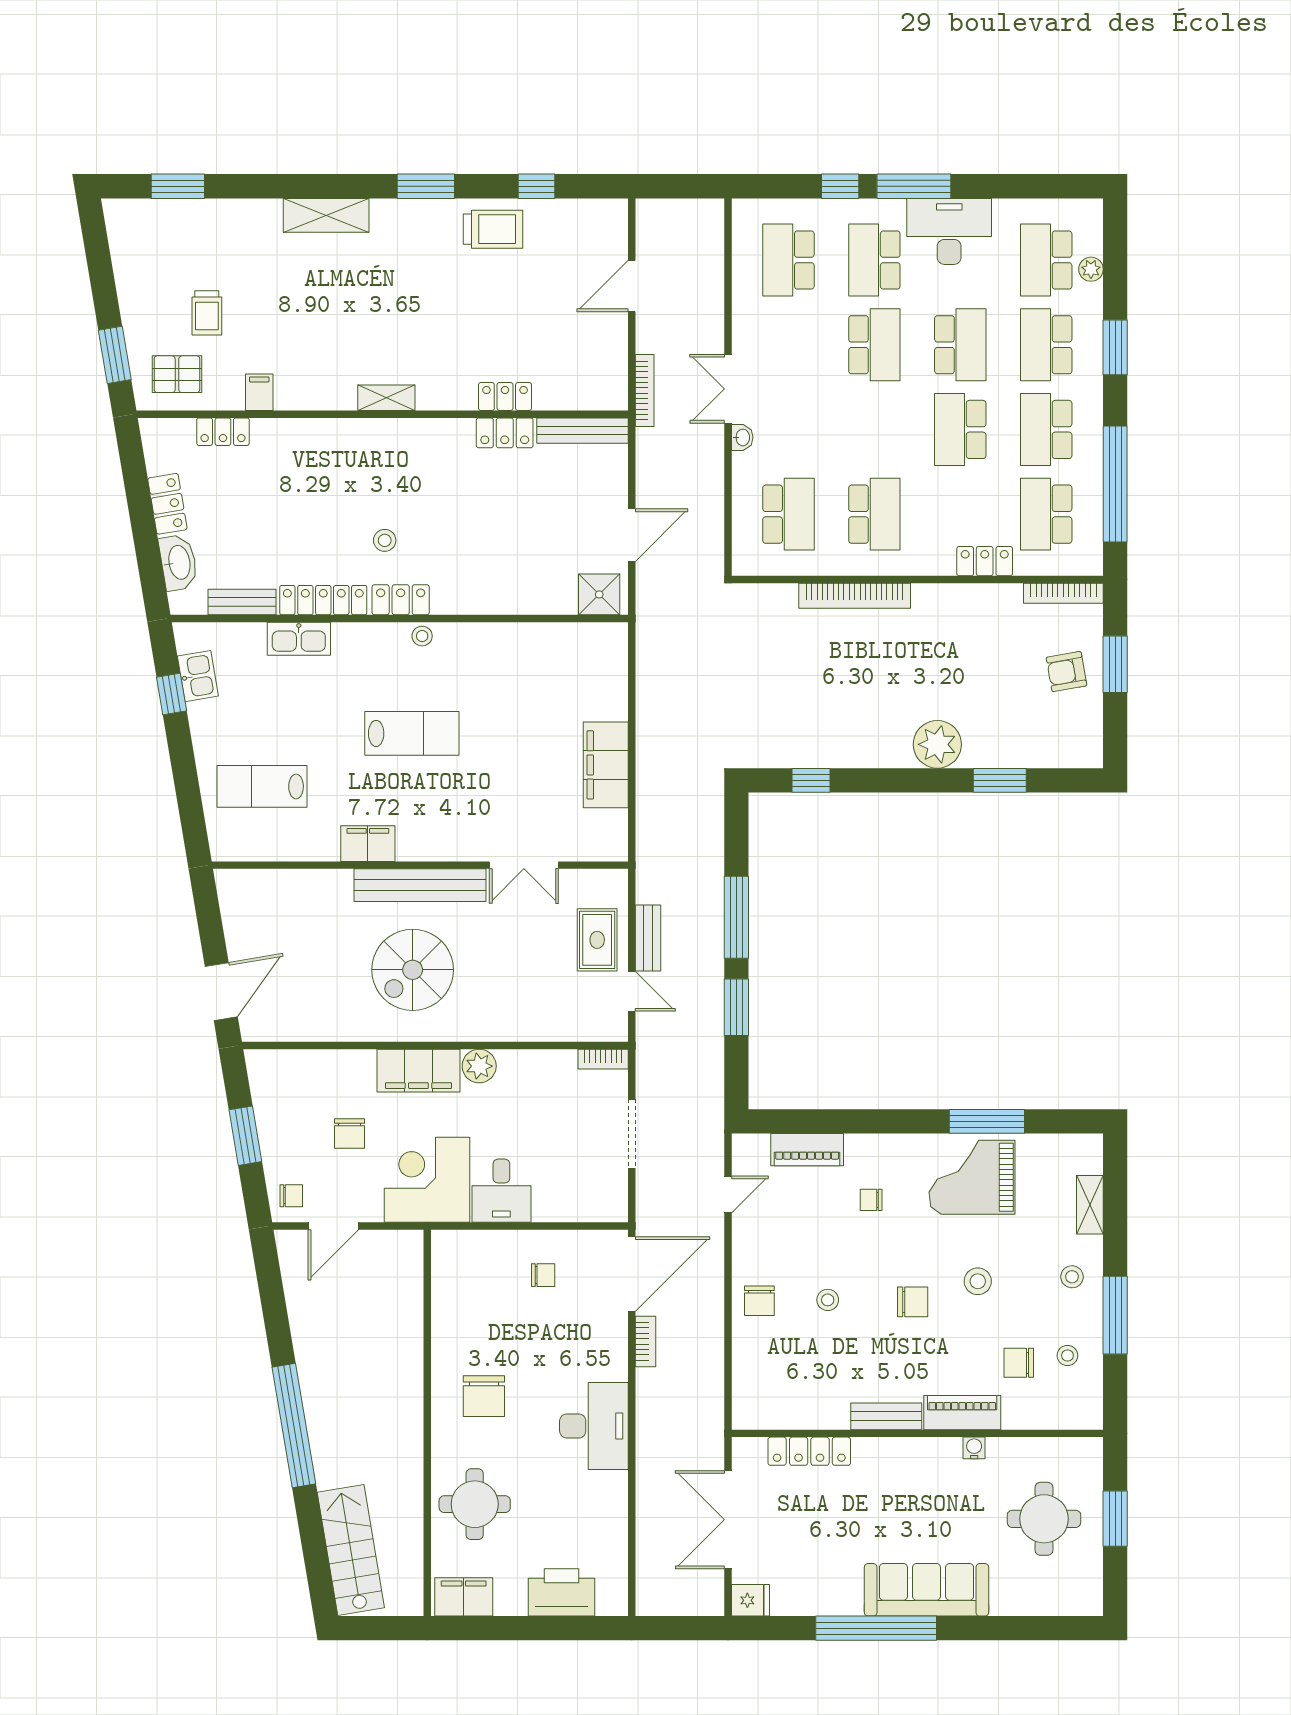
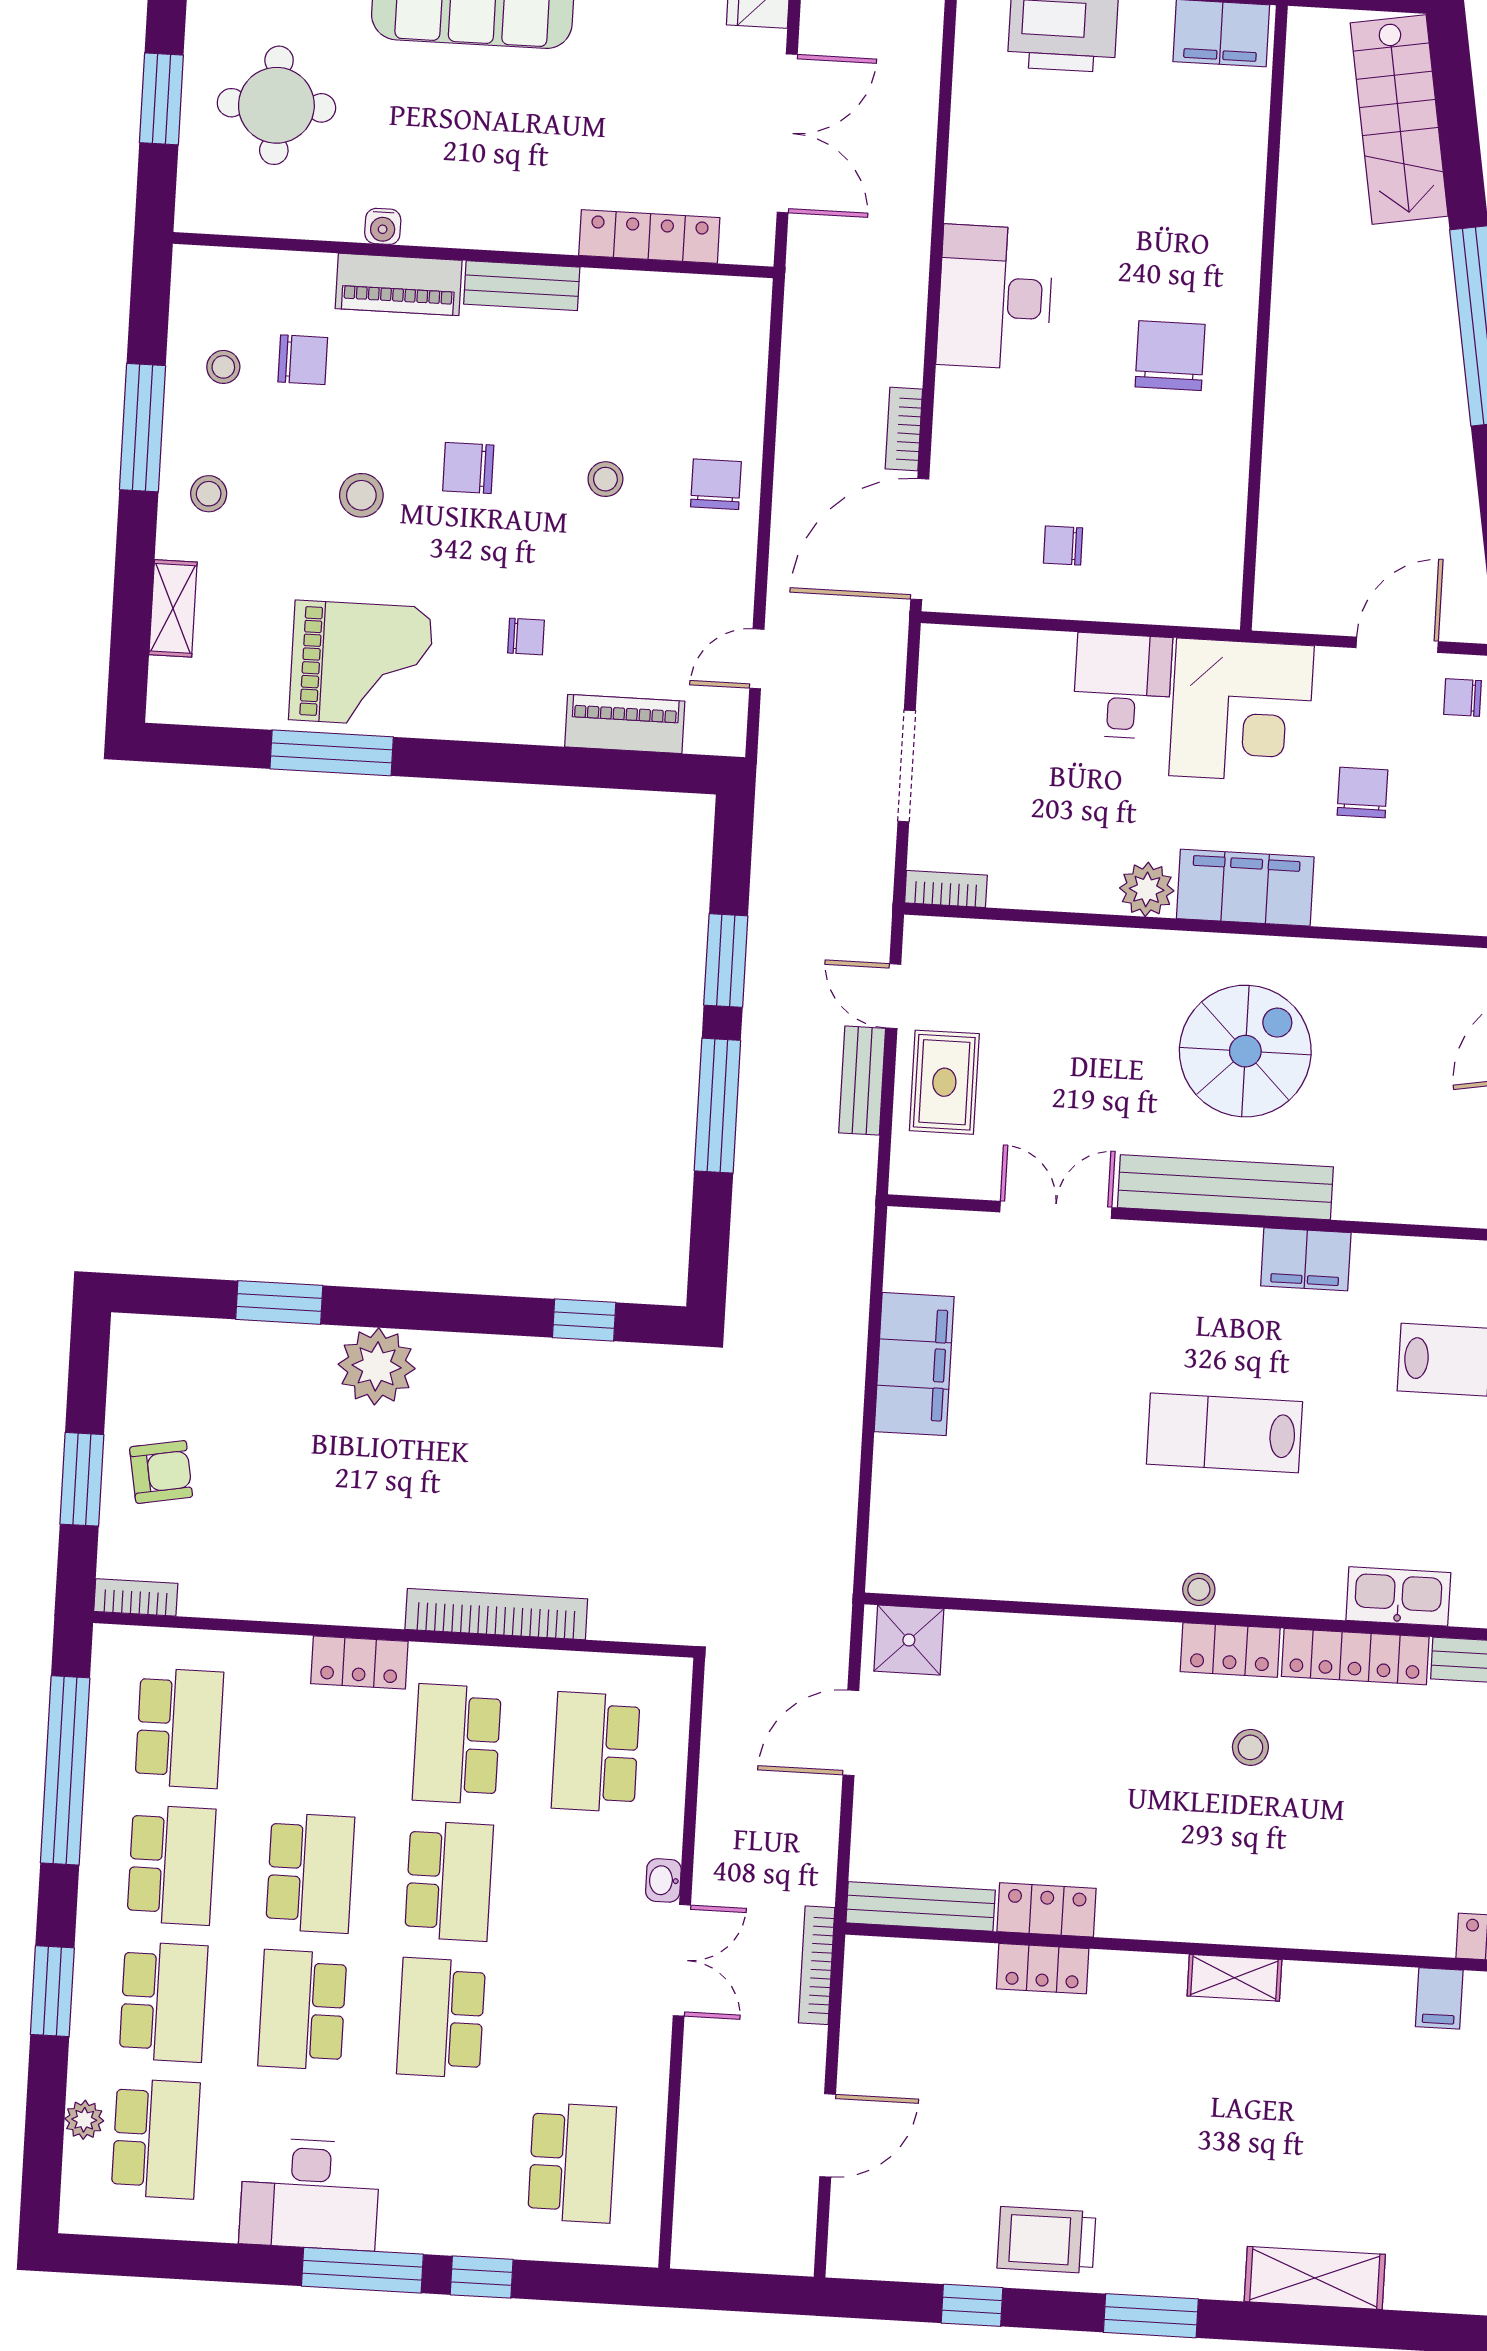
school desk: (874, 260) -> (449, 1881), moved
locker: (985, 561) -> (359, 1662), moved
bookcase: (1063, 593) -> (136, 1597), width x0.64
round table: (475, 1504) -> (1195, 182), removed

